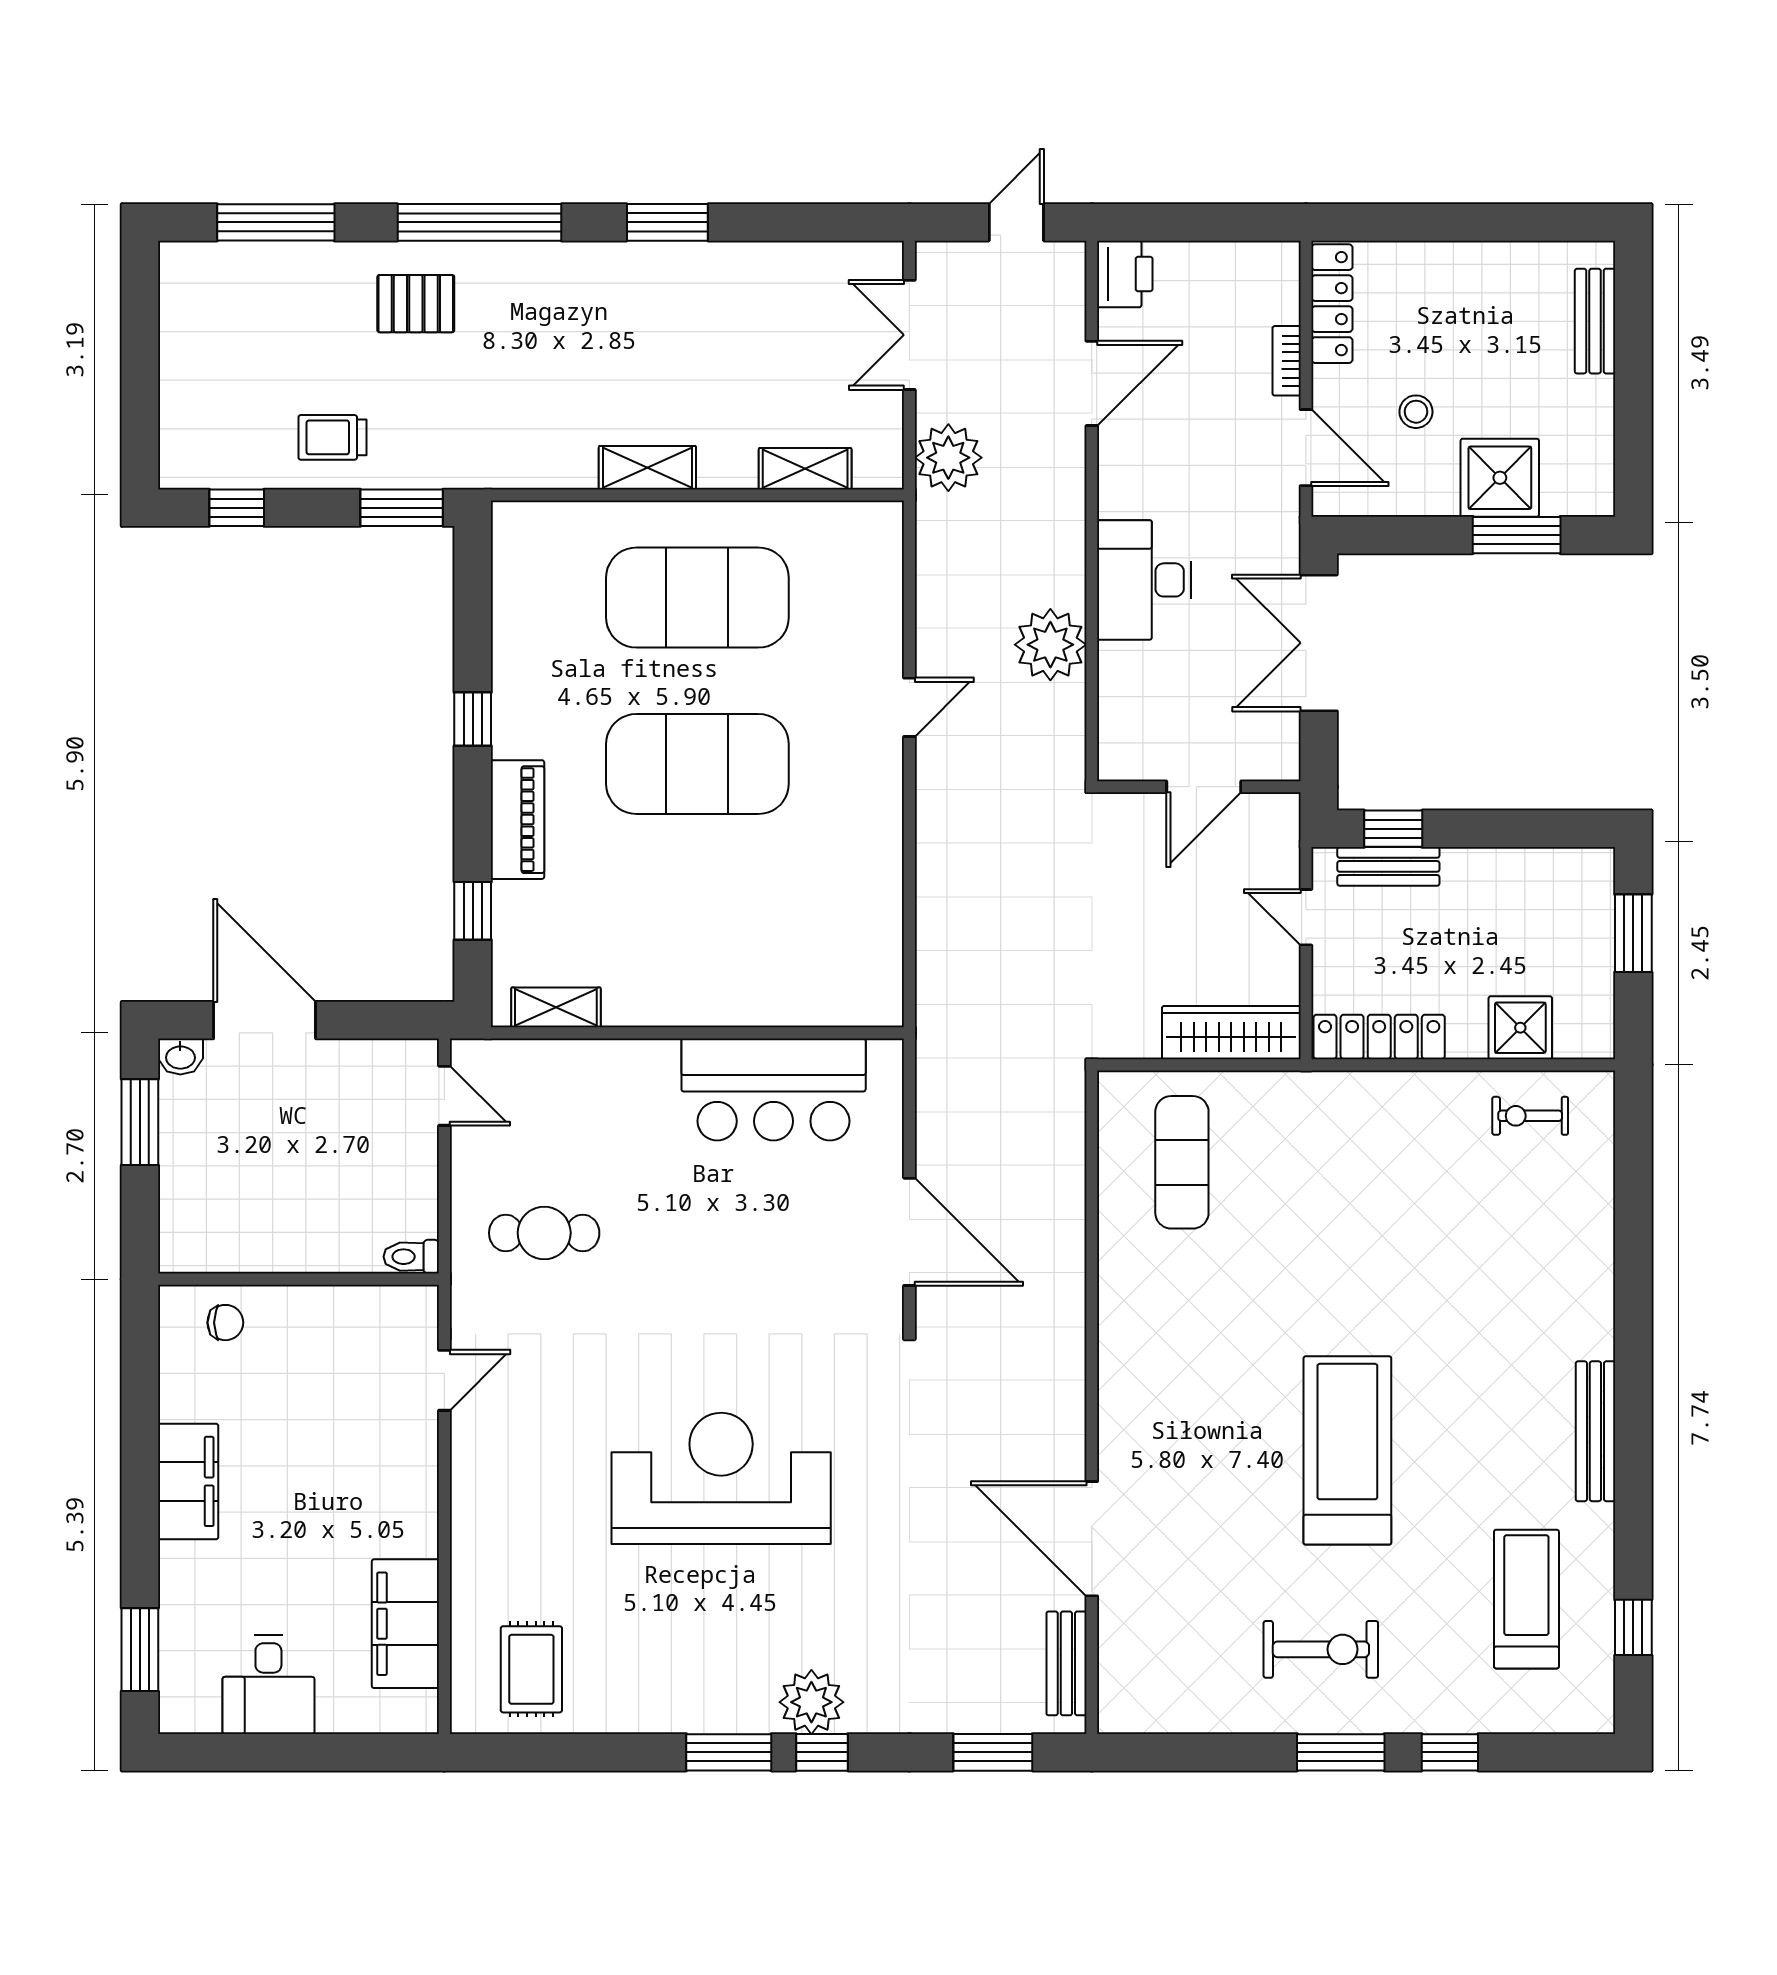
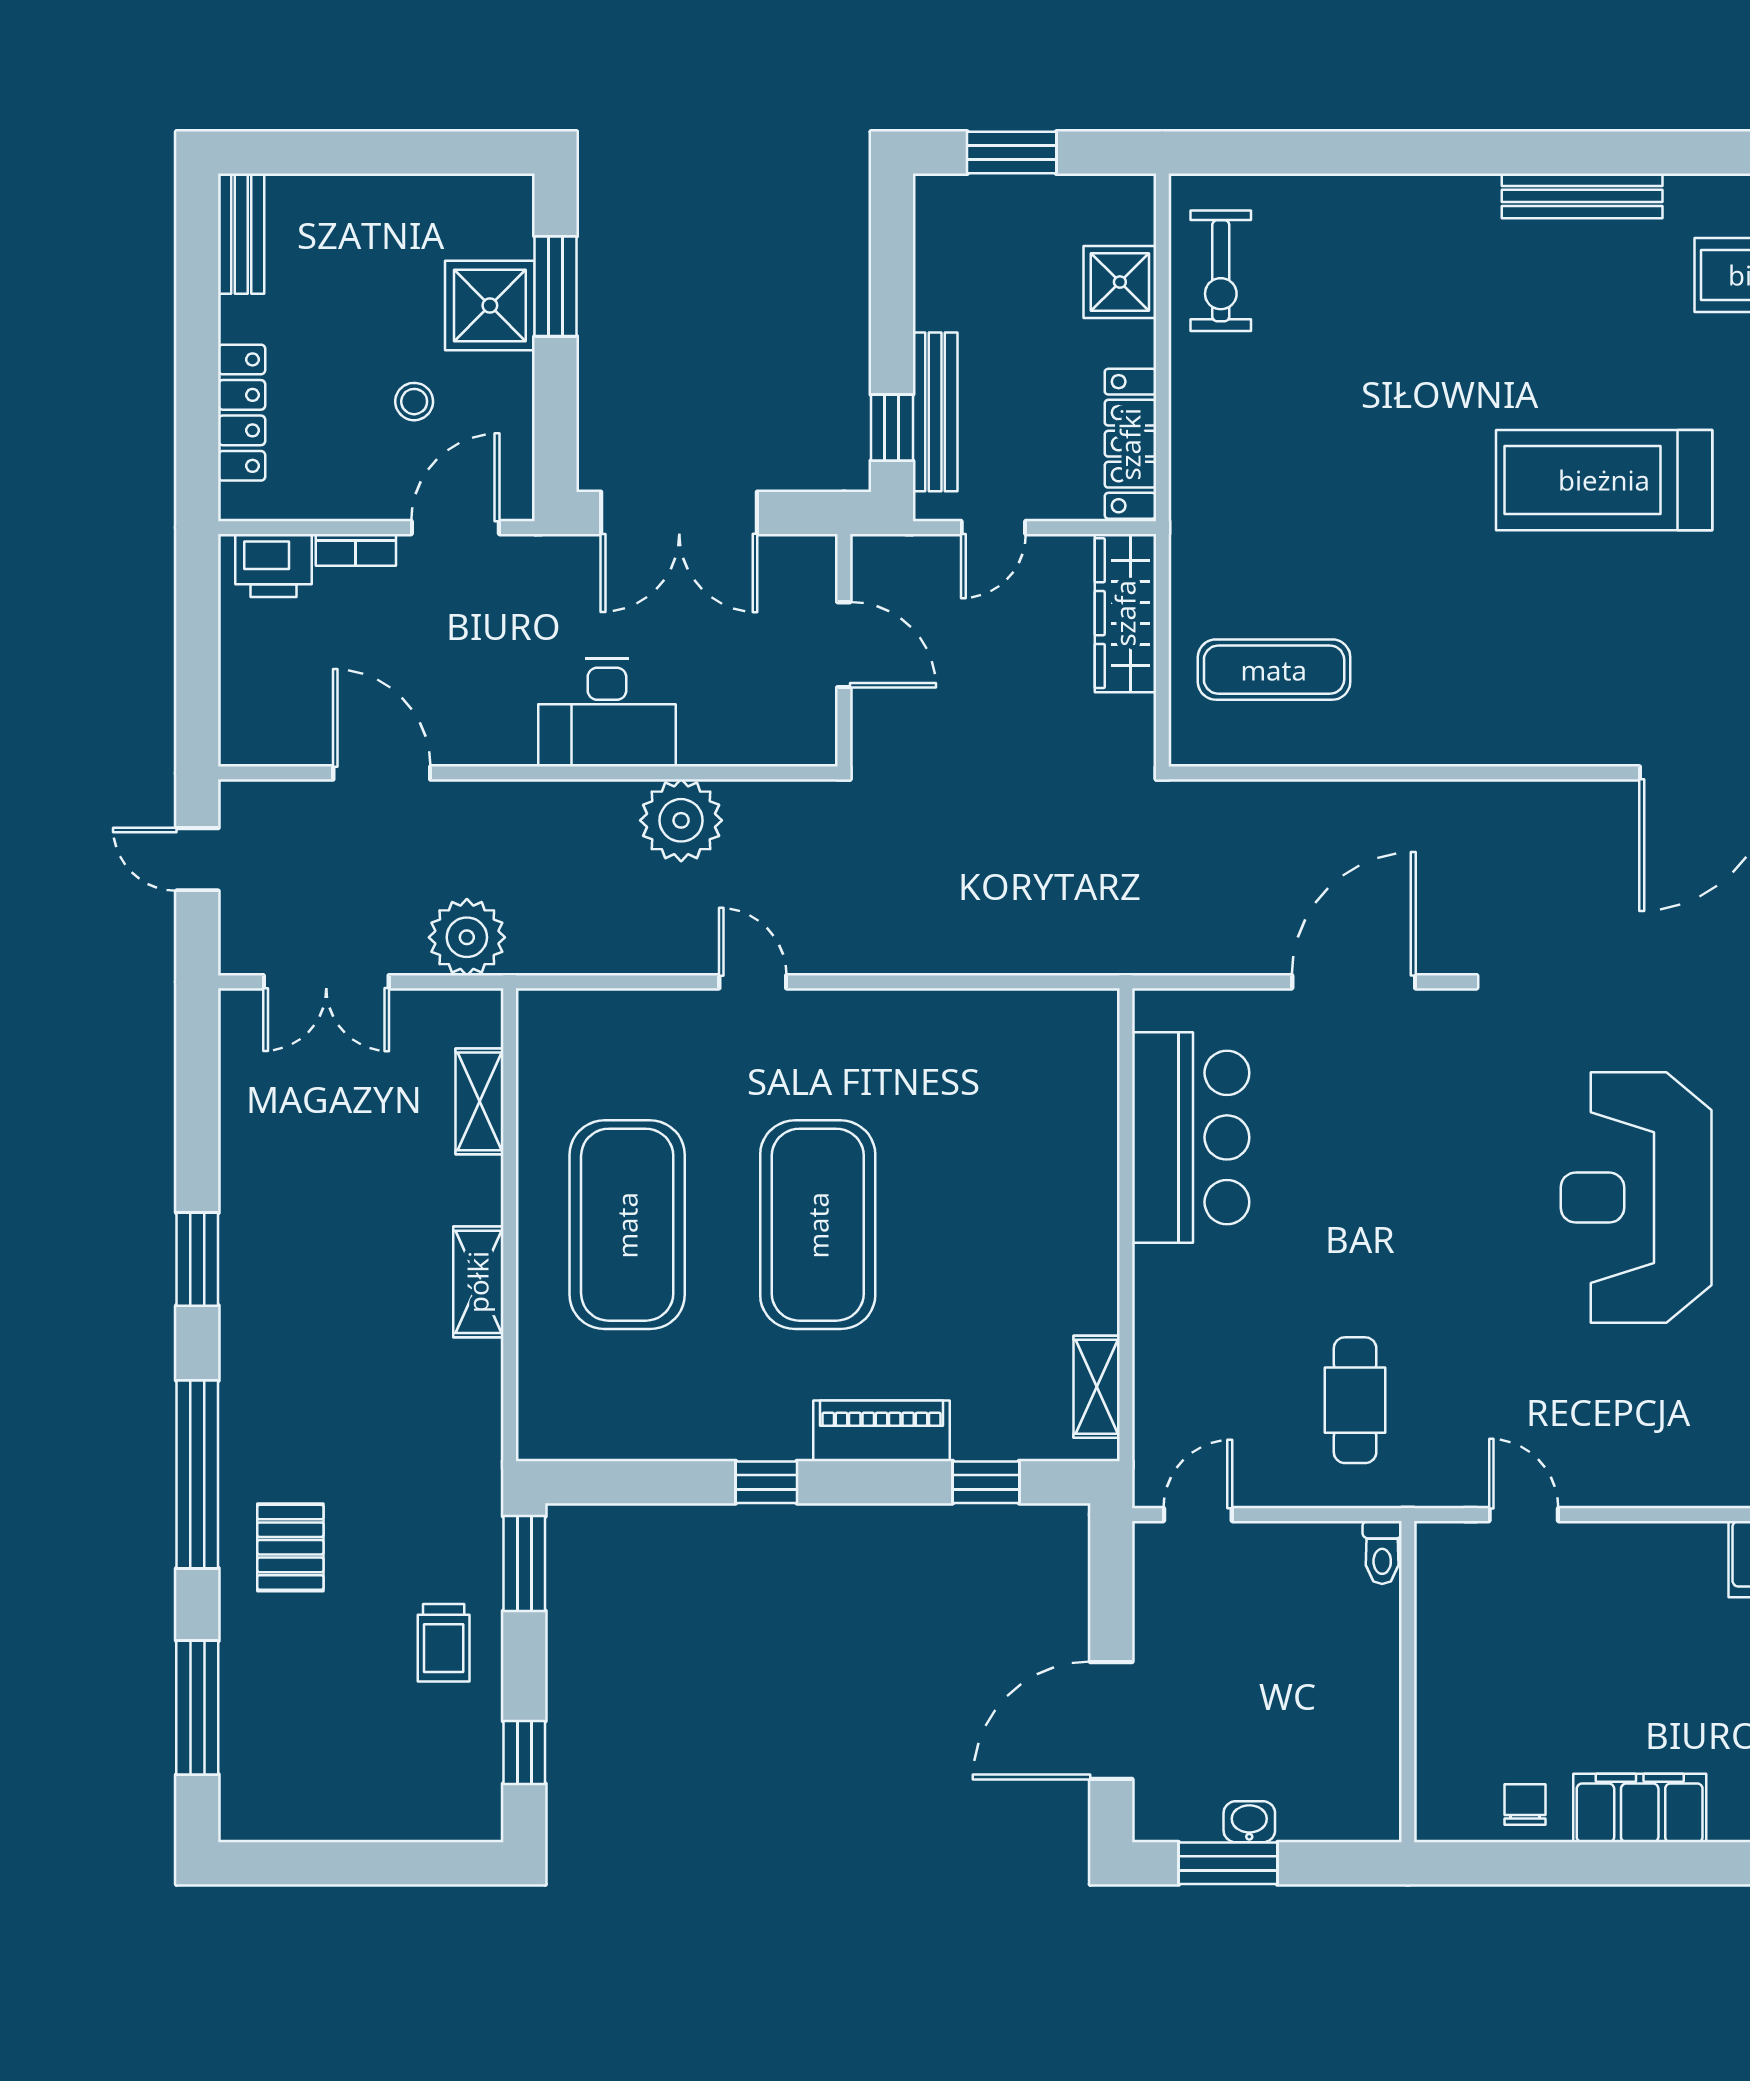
printer: (1125, 274) -> (273, 565), moved, turned 180
locker: (1332, 304) -> (242, 413), moved, turned 90
bench: (1595, 321) -> (241, 234), moved, turned 90
bench: (1388, 866) -> (935, 412), width x1.36
washbasin: (180, 1056) -> (1249, 1822), moved, turned -90
exercise bike: (1530, 1116) -> (1221, 271), width x1.38, depth x1.39
chair: (225, 1323) -> (1525, 1804), moved

